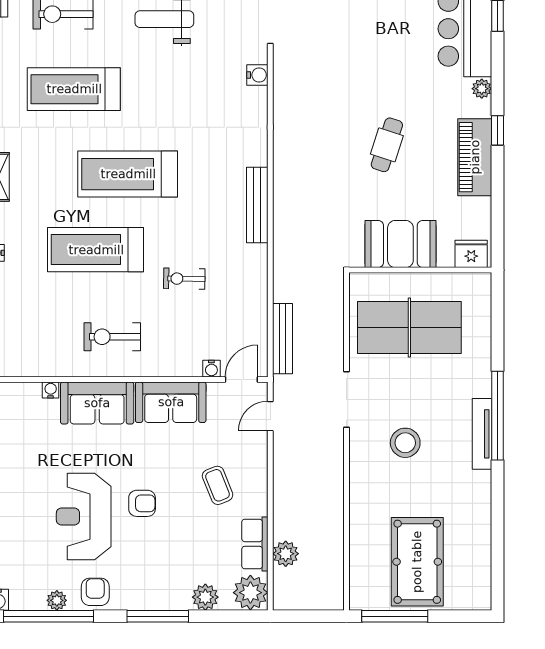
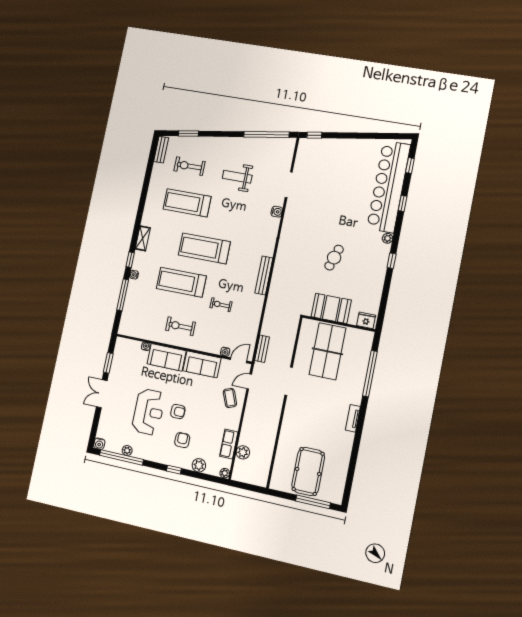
piano: (475, 157) -> (377, 272), removed
table tennis table: (409, 328) -> (327, 351), turned 90
bench: (283, 339) -> (262, 349), width x0.73
window: (497, 416) -> (370, 374), moved
tv unit: (482, 434) -> (353, 418), width x0.71
stool: (405, 443) -> (314, 409), removed
coffee table: (218, 485) -> (230, 398), moved
reception desk: (84, 517) -> (149, 412), turned 180
armchair: (95, 592) -> (182, 440), moved
plant: (250, 593) -> (225, 473), width x0.53, depth x0.53
window: (158, 616) -> (174, 470), width x0.46
window: (395, 616) -> (313, 502), moved

